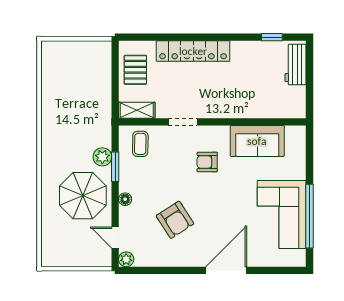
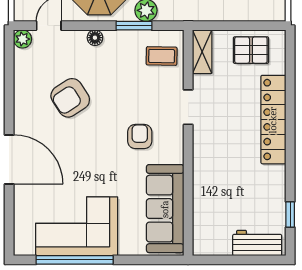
sofa: (257, 141) -> (165, 209), width x1.36

